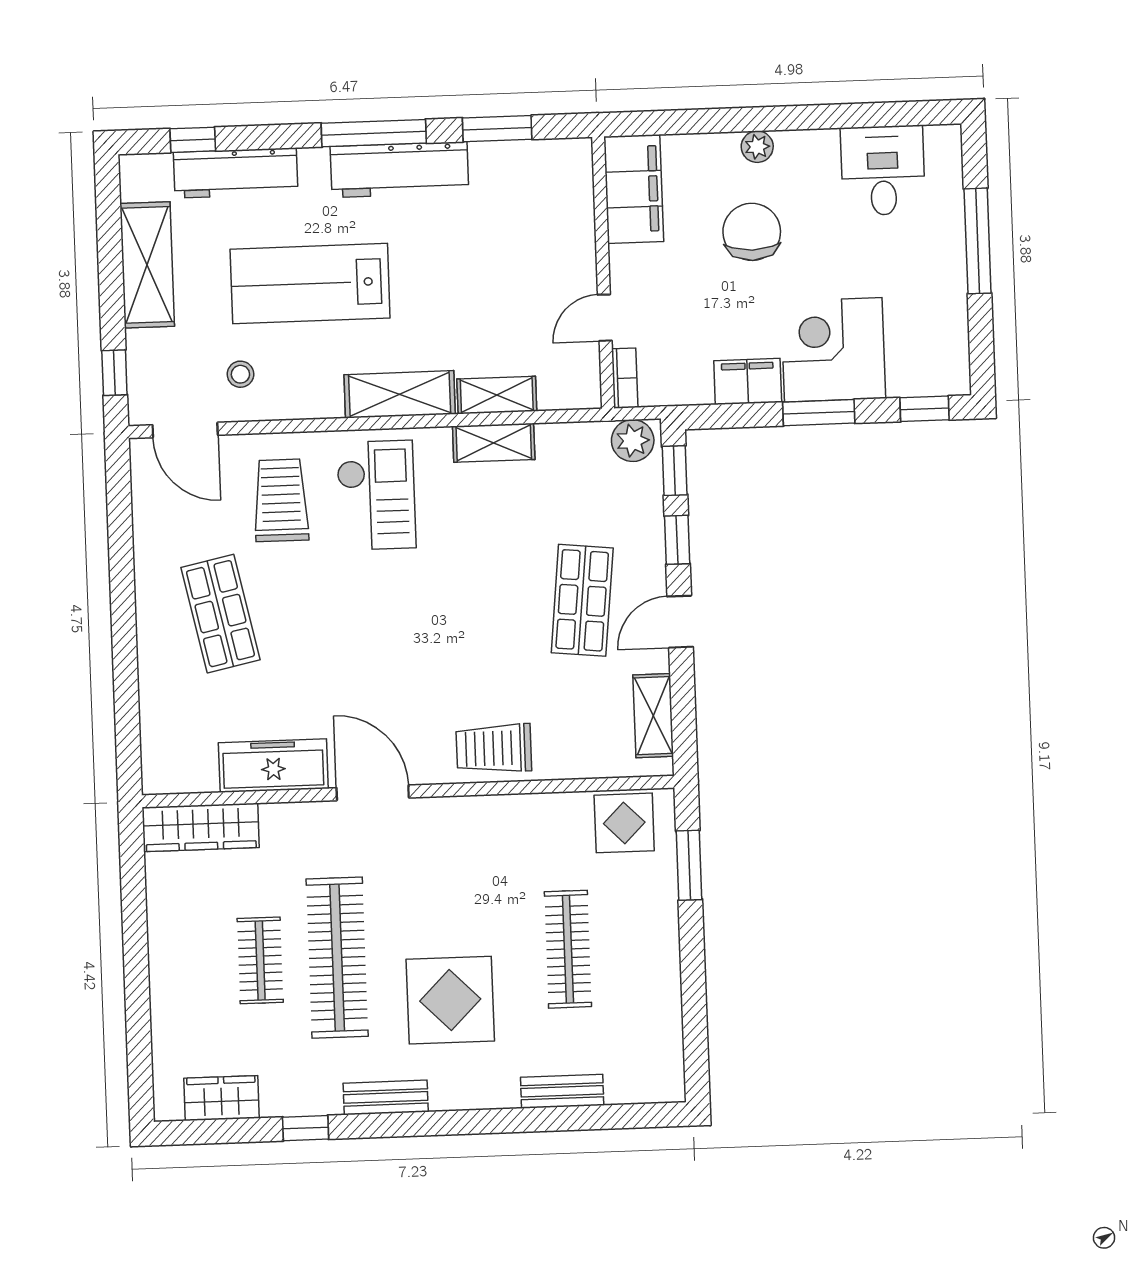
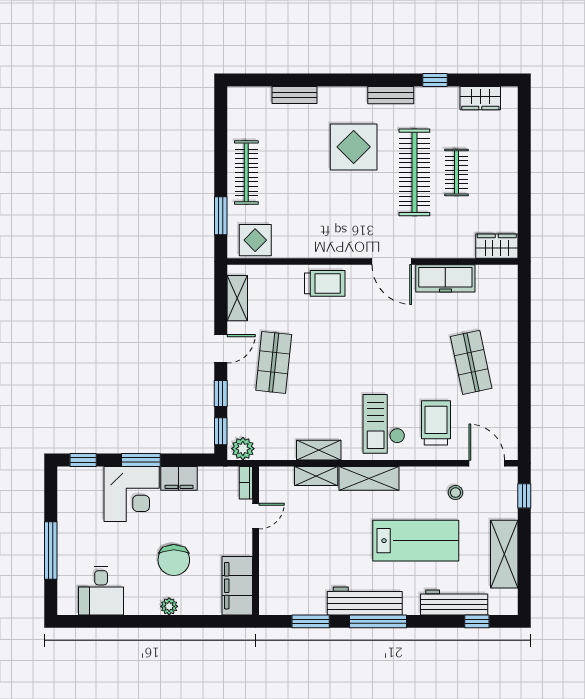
trolley: (281, 500) -> (436, 423), turned 180
wardrobe: (201, 827) -> (497, 246), width x0.67
clothes rail: (568, 949) -> (246, 172), moved

